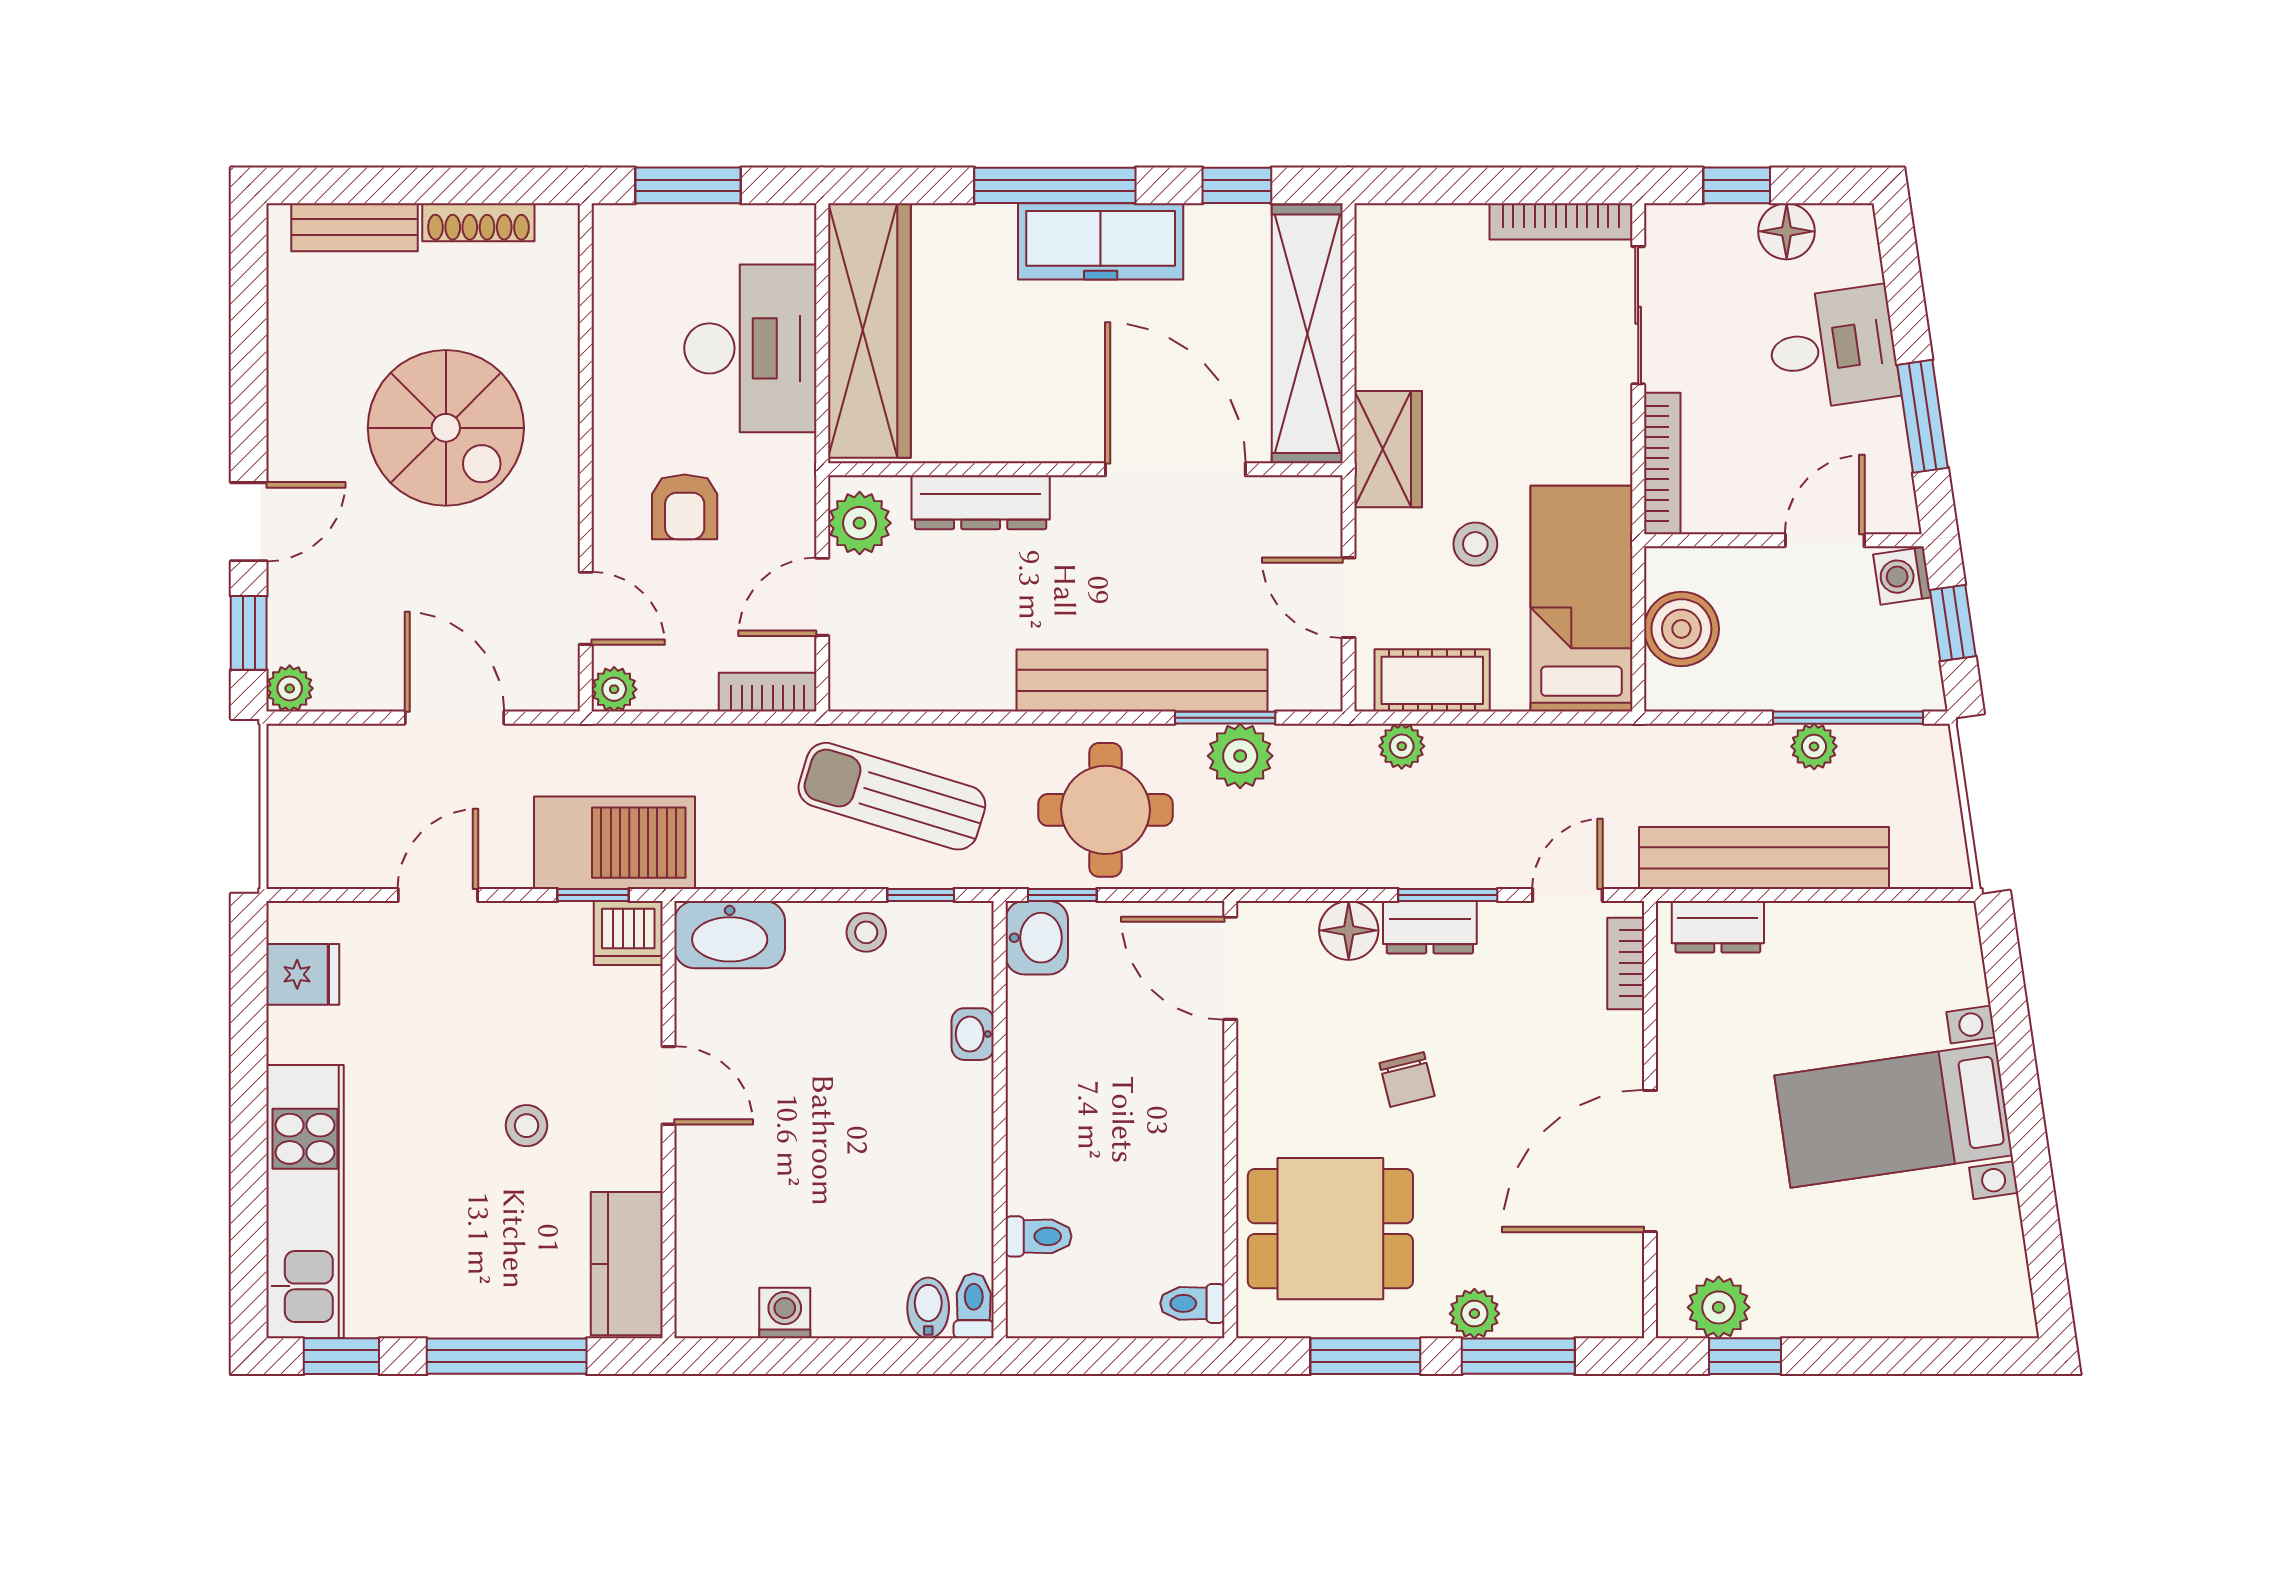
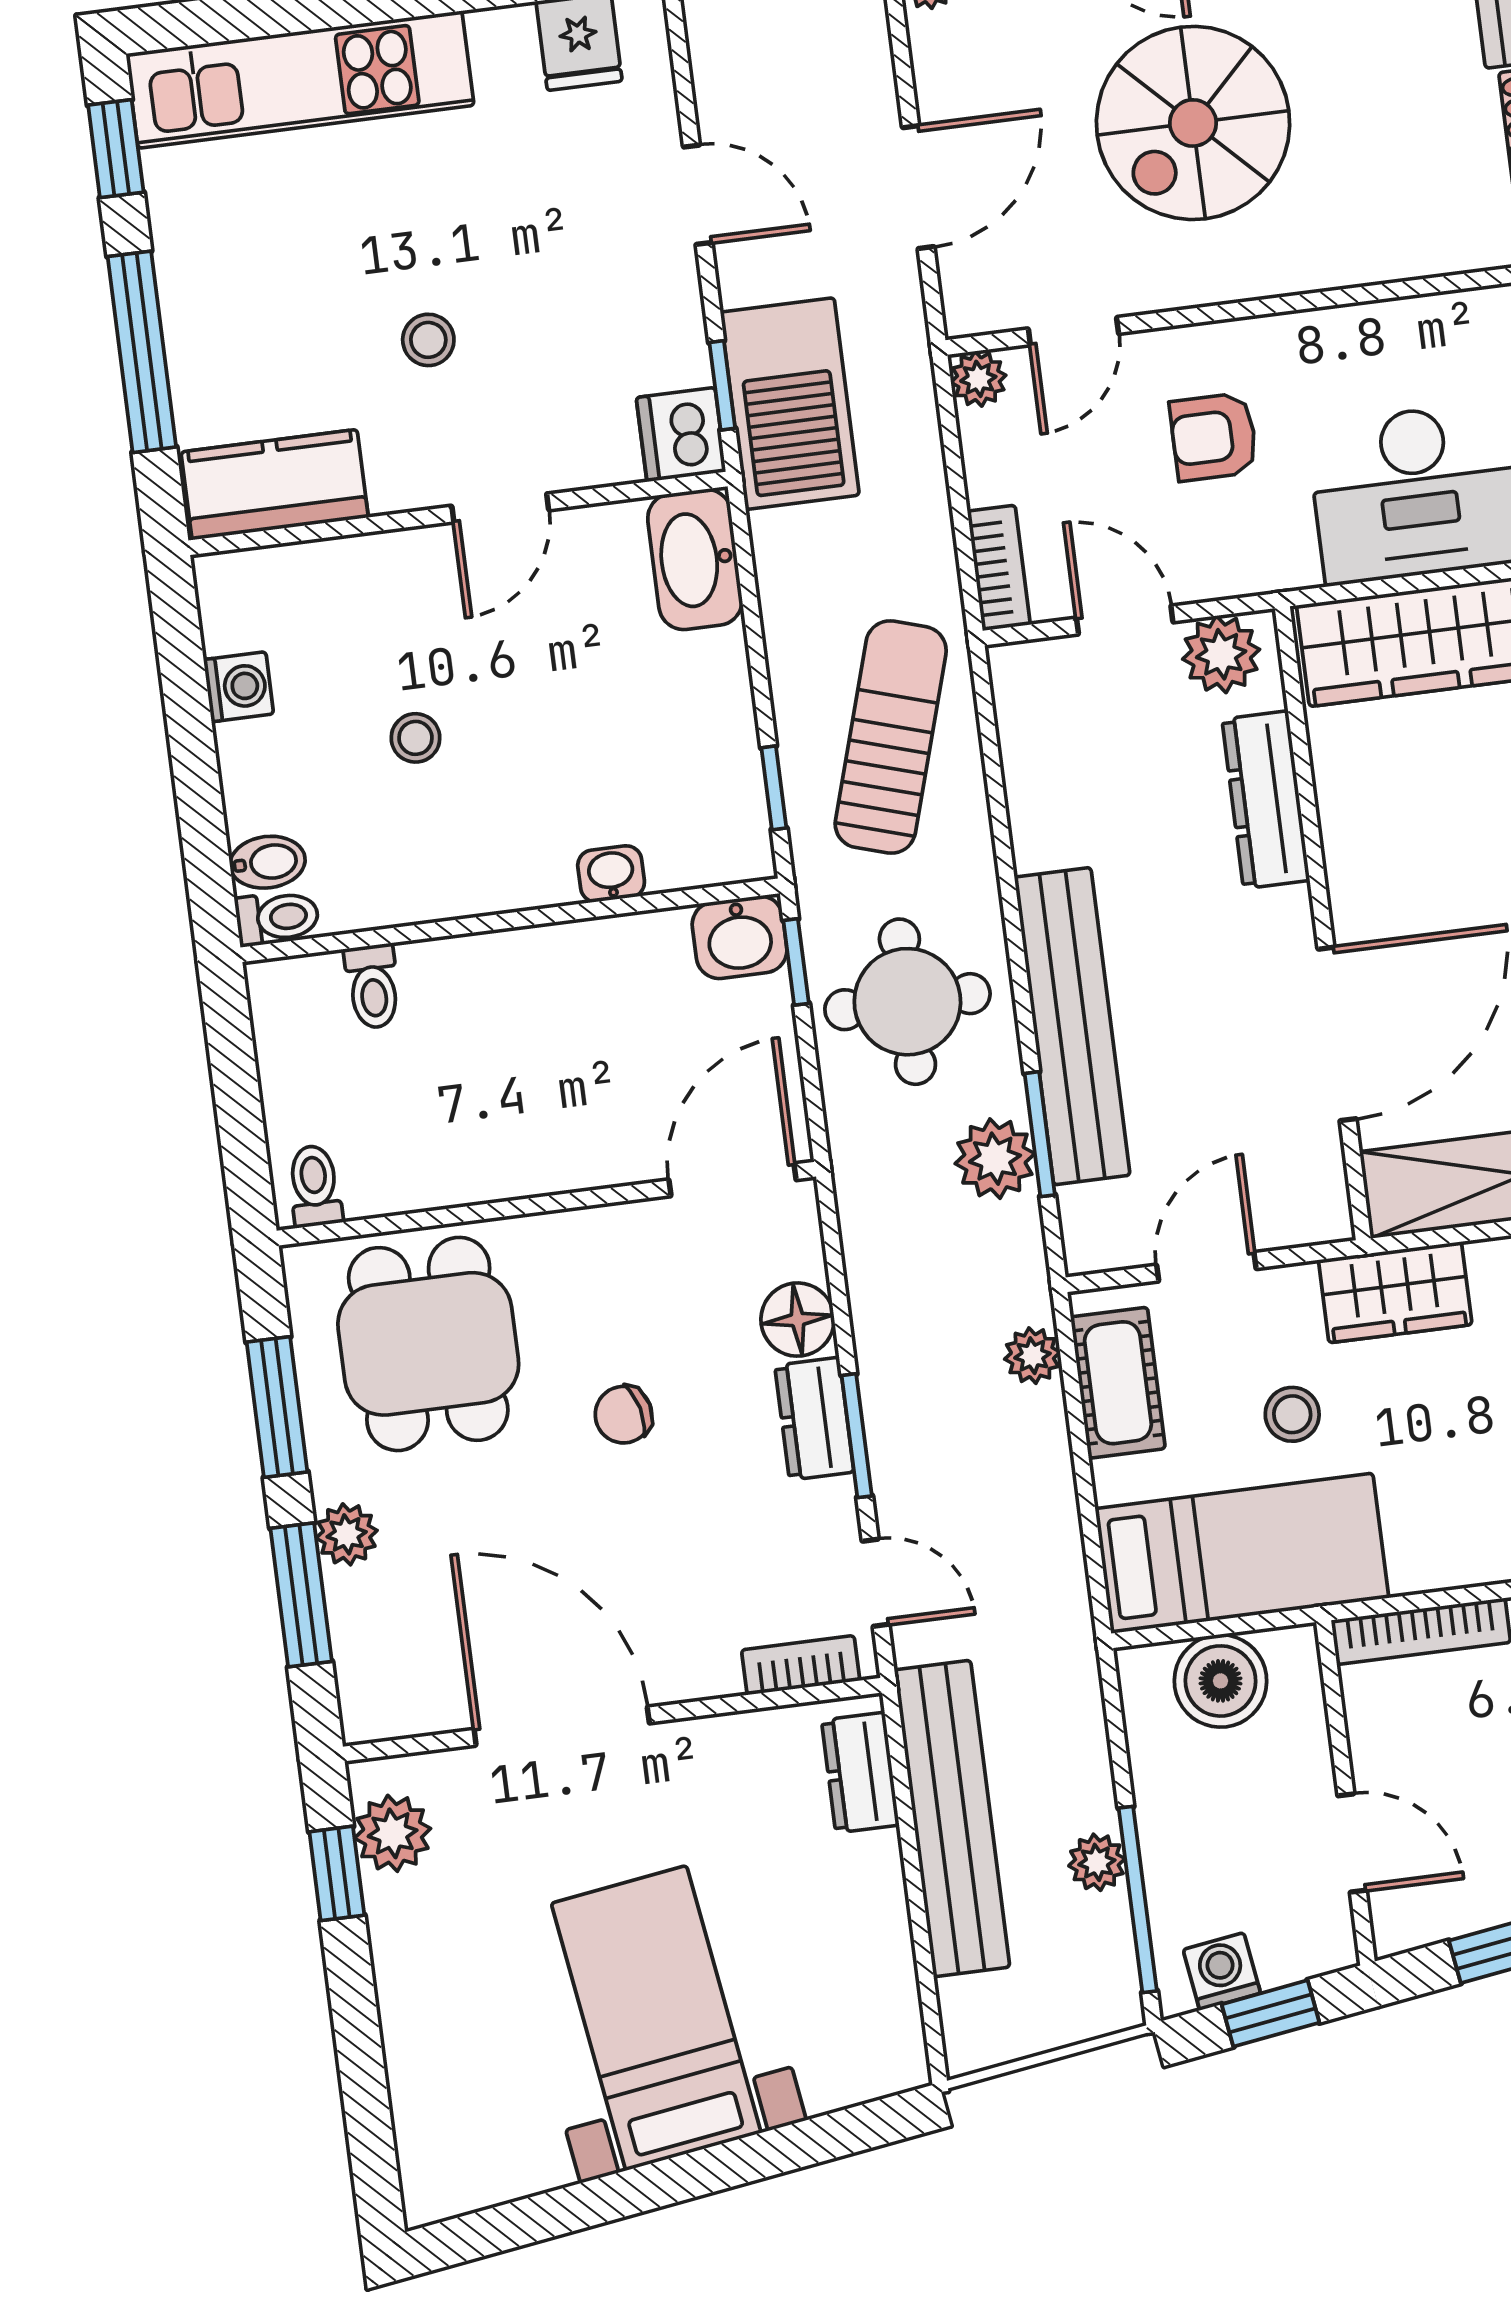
spiral stairs: (446, 428) -> (1193, 123), moved
washing machine: (1902, 576) -> (1222, 1971), moved
stool: (866, 932) -> (415, 738), moved

